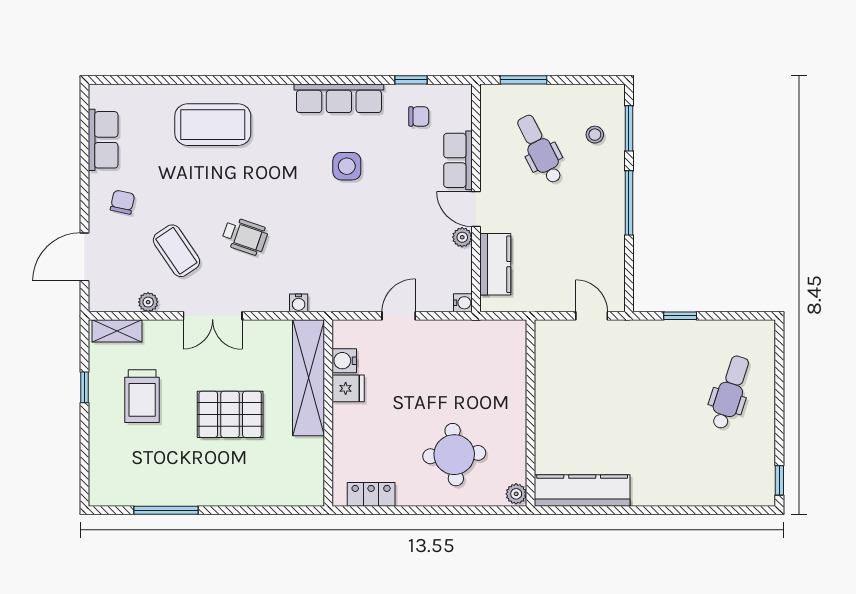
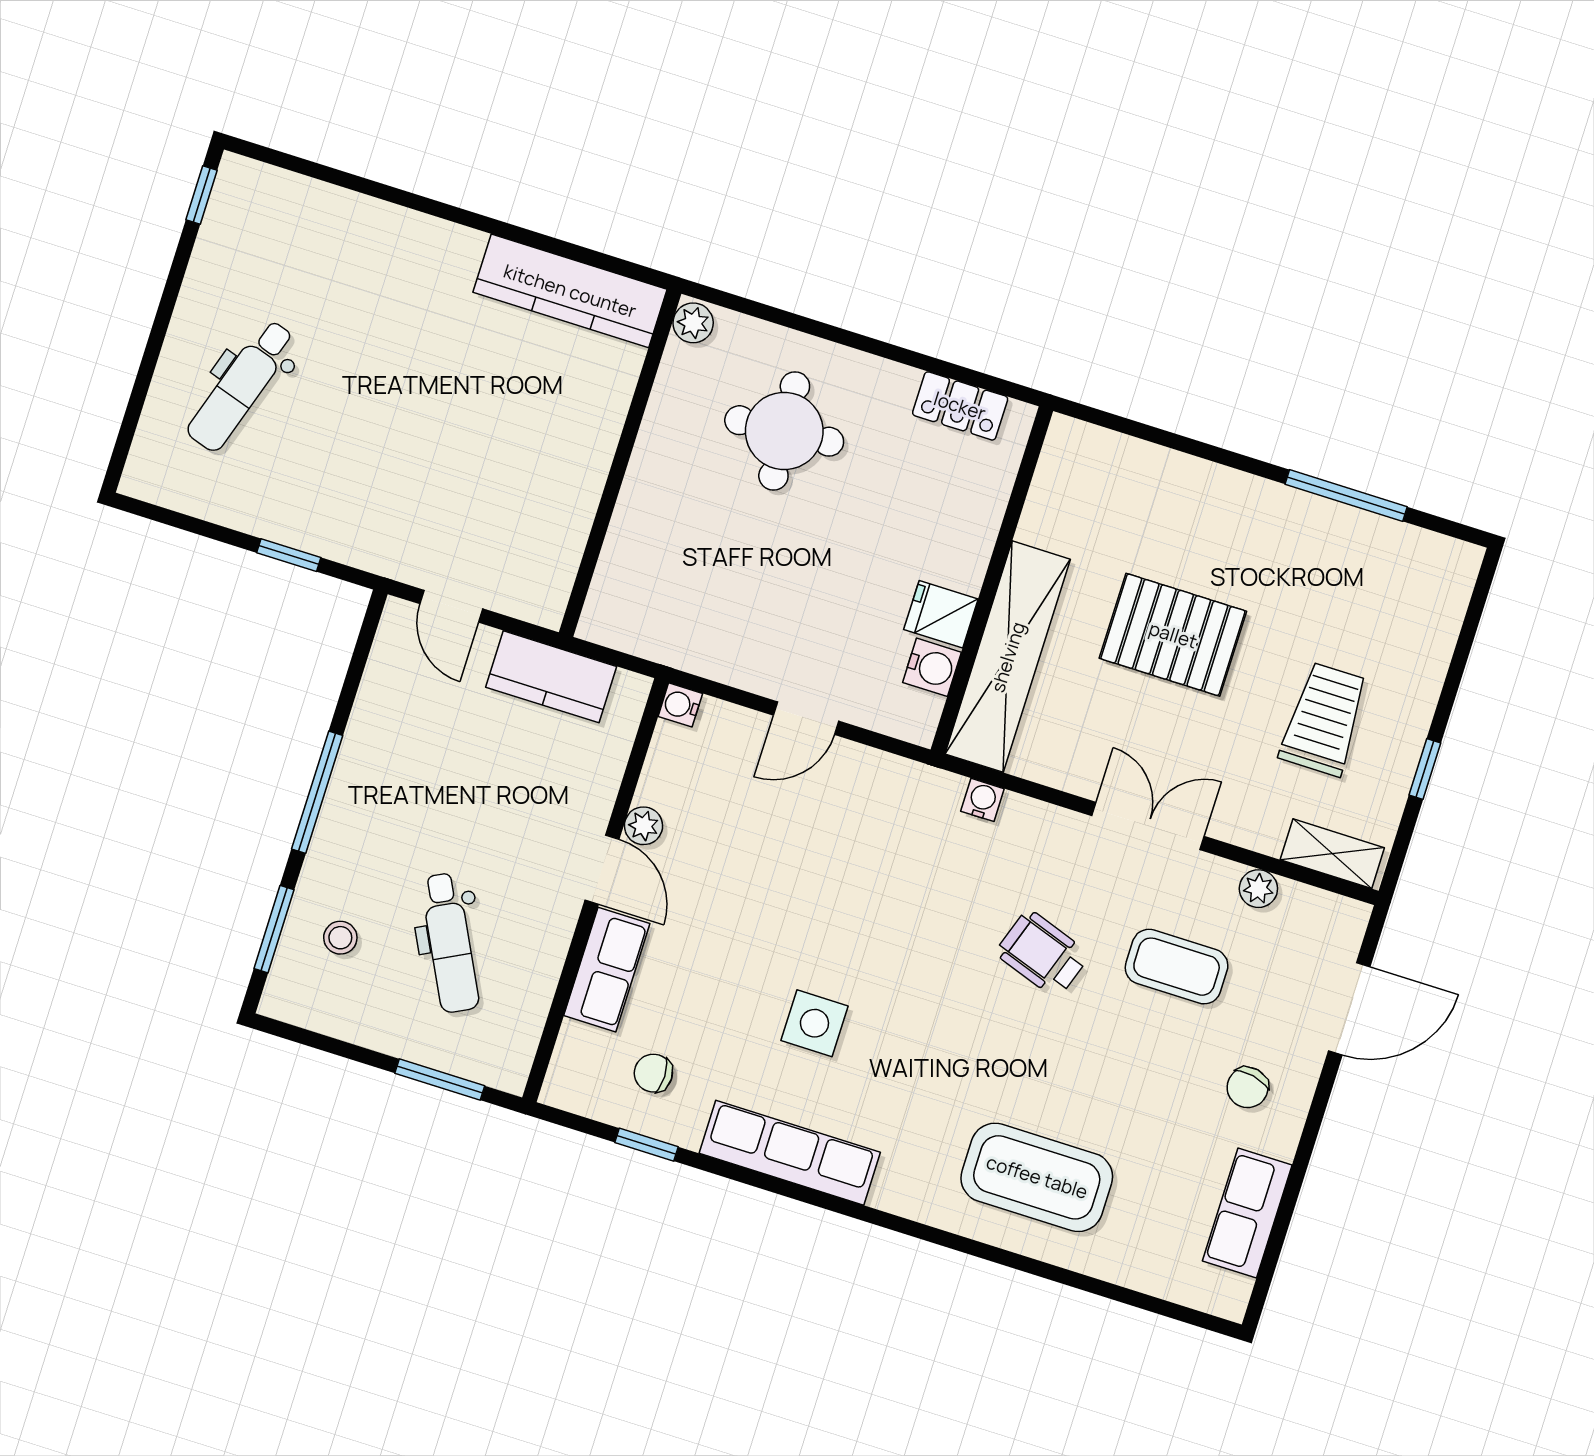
coffee table: (176, 251) -> (1177, 967), turned -56
kitchen counter: (495, 264) -> (551, 677), moved, turned -90

